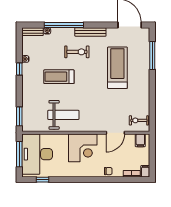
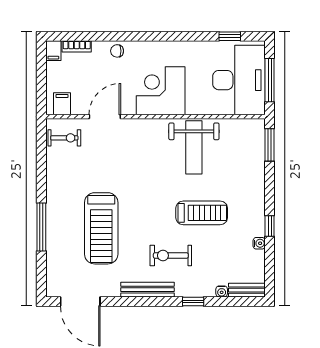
window: (64, 25) -> (193, 302), width x0.32
window: (152, 56) -> (41, 227), moved
weight bench: (63, 115) -> (194, 147), turned -90

